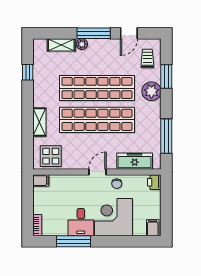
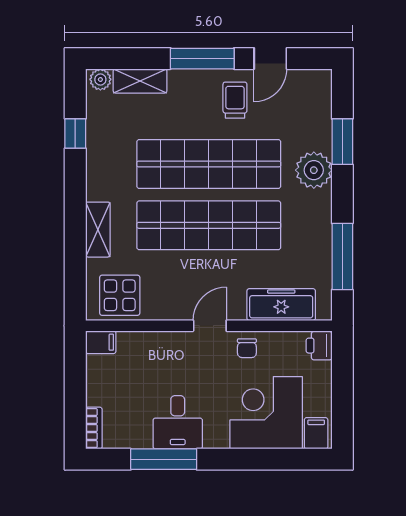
plant: (82, 44) -> (100, 79), moved
trolley: (147, 59) -> (235, 100), moved
corner desk: (113, 217) -> (266, 413), moved

